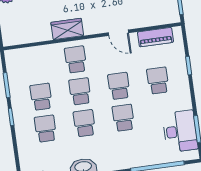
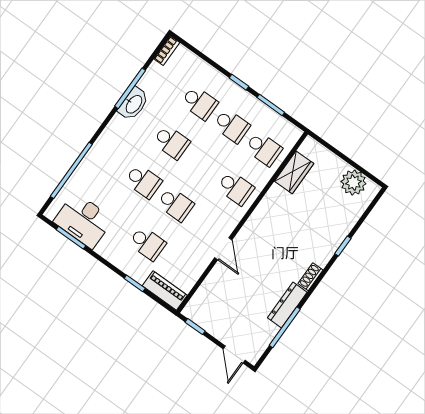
wardrobe: (67, 29) -> (294, 172), moved
door: (118, 33) -> (223, 249), swing flipped
piano: (155, 37) -> (165, 291), moved, turned 90
school desk: (80, 91) -> (264, 149), moved

